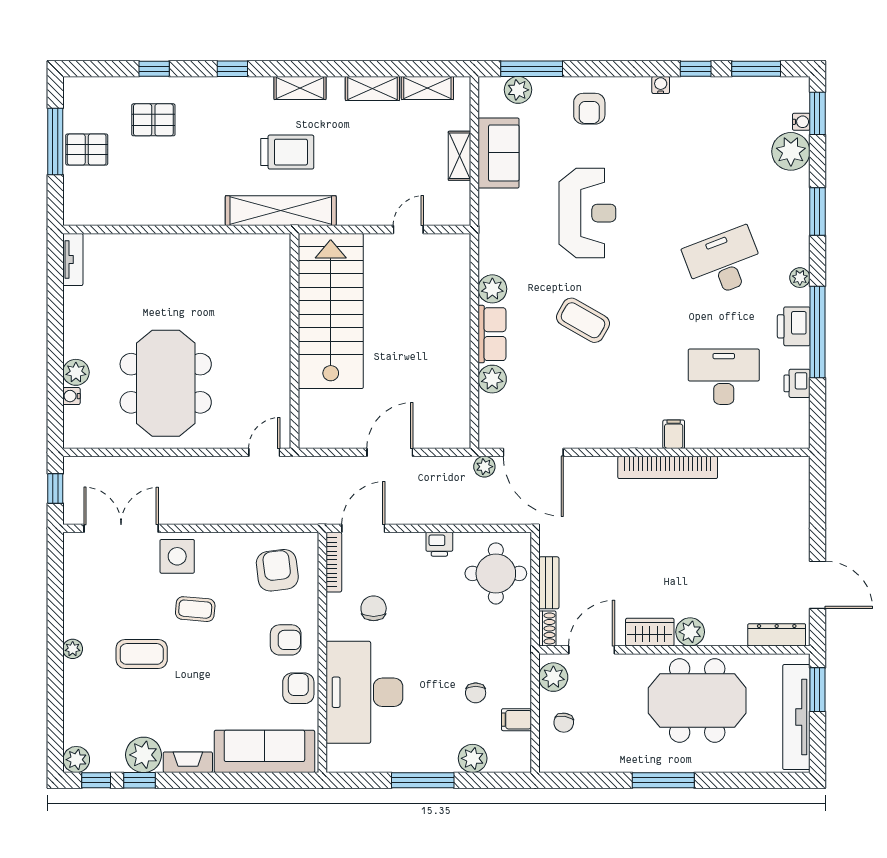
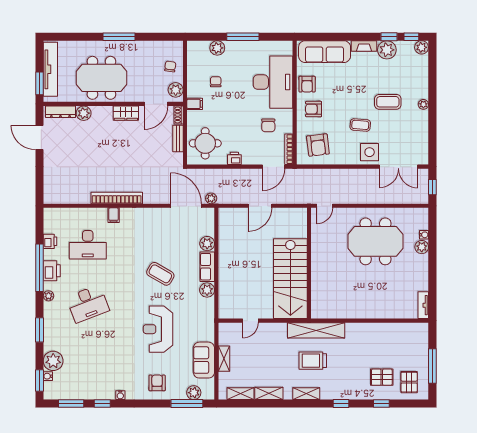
pallet: (87, 150) -> (409, 382), moved, turned 90
meeting table: (166, 383) -> (375, 241), turned 90
plant: (690, 632) -> (84, 113), moved
filing cabinet: (516, 720) -> (195, 104), moved

